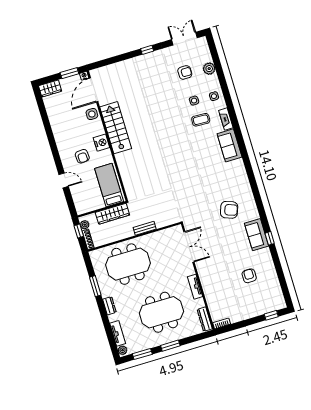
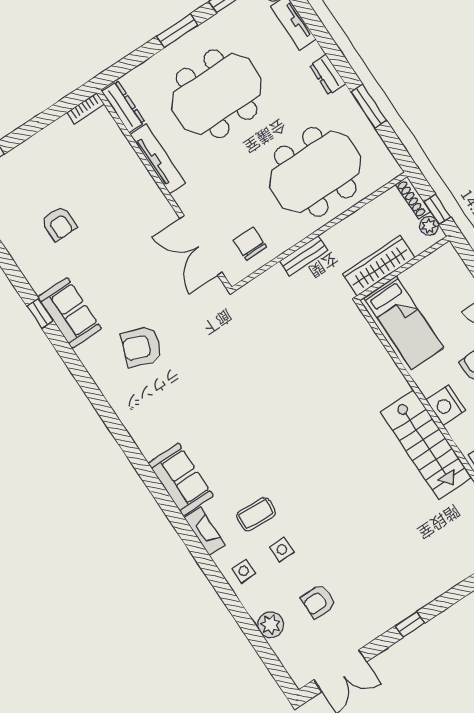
chair: (167, 241) -> (250, 244), added
tv unit: (195, 287) -> (158, 159), width x1.41

